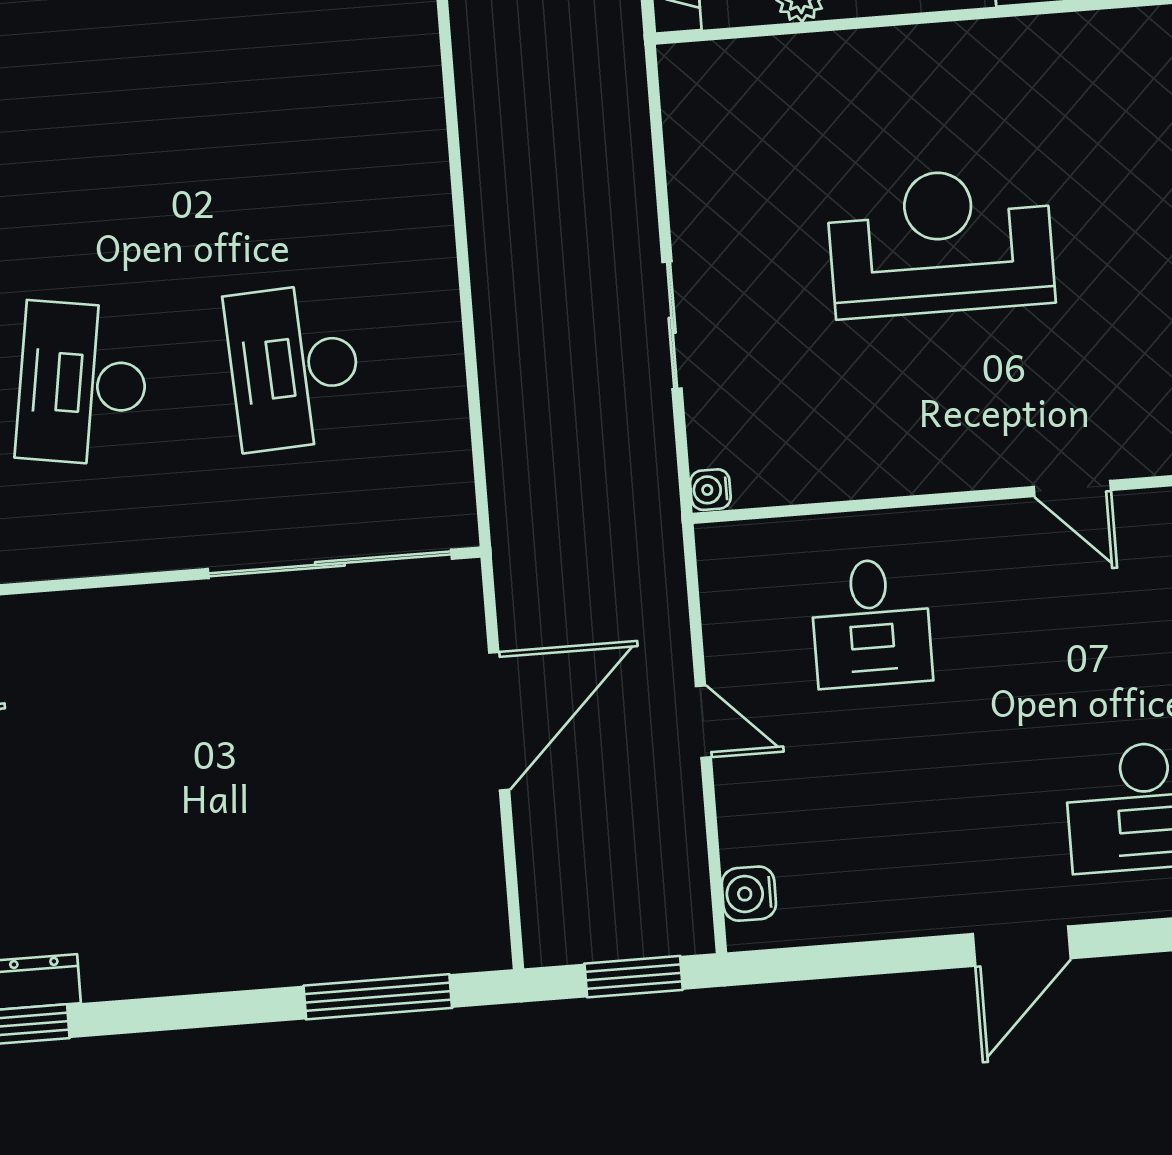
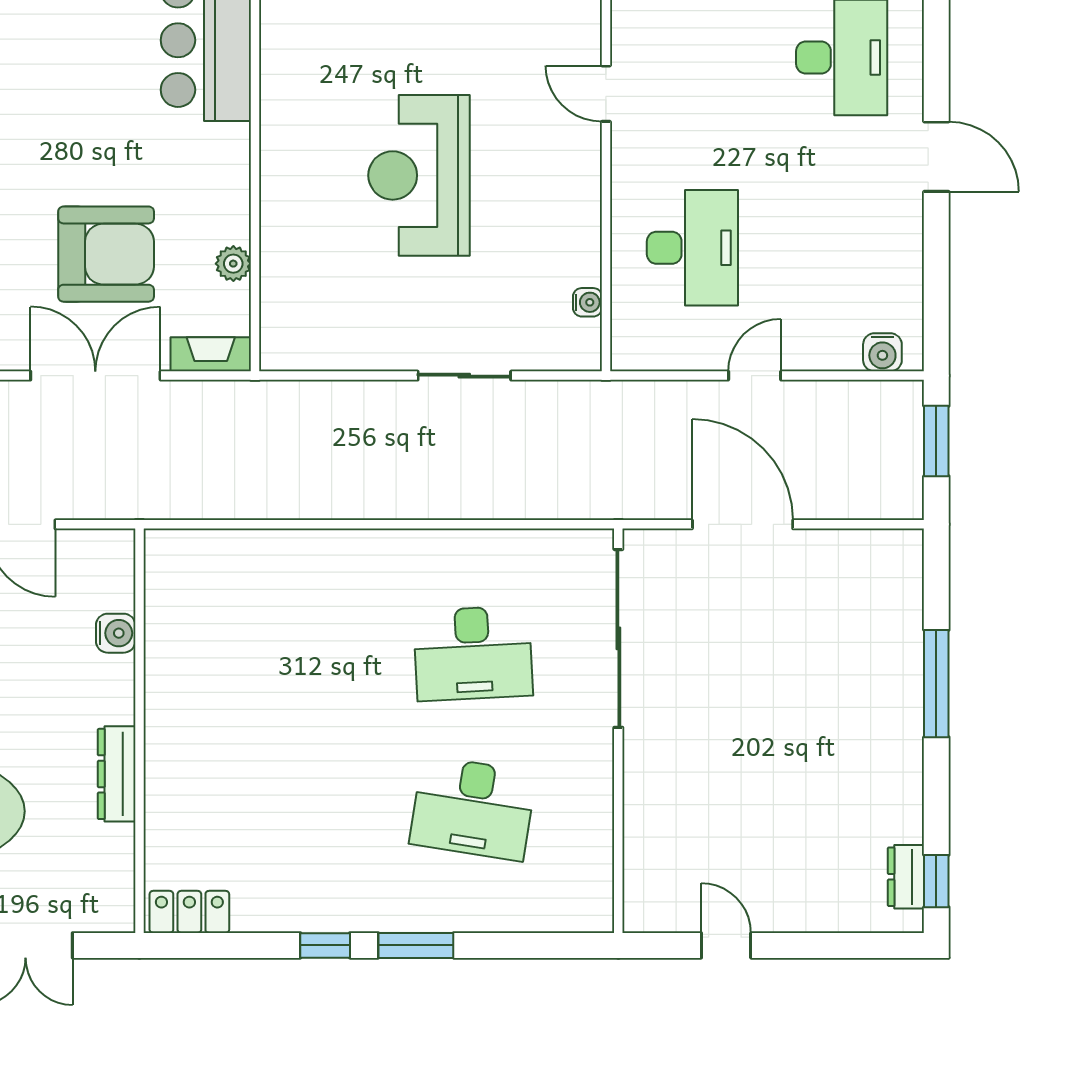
door: (1072, 488) -> (606, 94), swing flipped
water cooler: (710, 490) -> (587, 302), moved, turned -90
desk: (871, 623) -> (692, 248), width x1.37
window: (378, 997) -> (936, 684), moved

